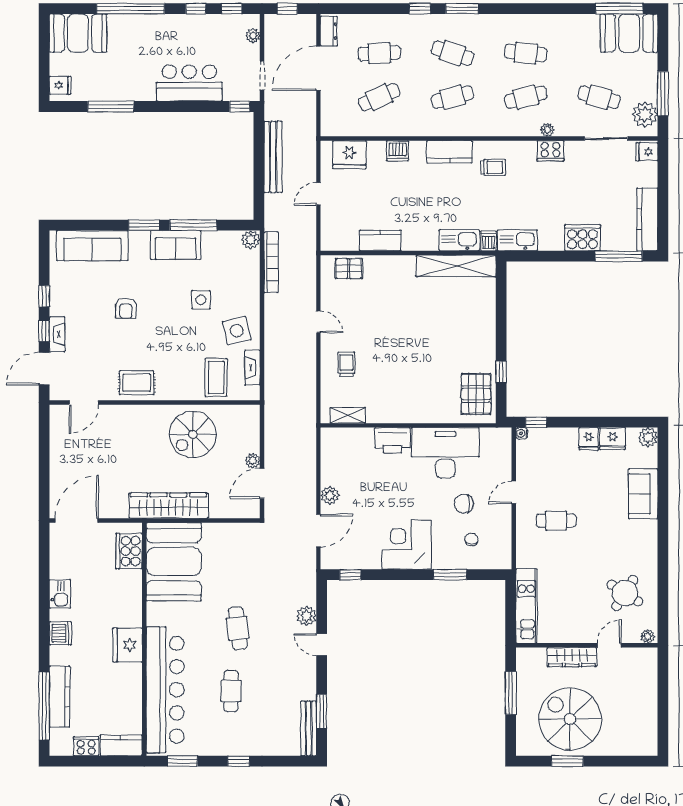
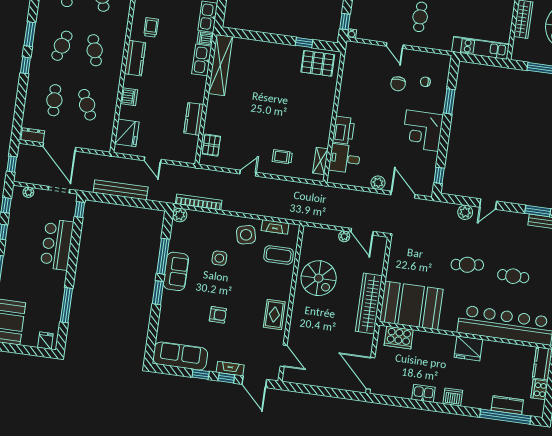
sofa: (92, 246) -> (180, 356), moved, turned -90
desk: (445, 453) -> (345, 159), moved, width x0.53, depth x0.77
kitchen counter: (60, 697) -> (507, 405), width x0.67

